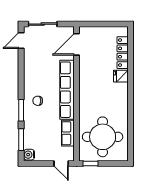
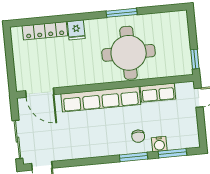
chair: (38, 101) -> (138, 136), moved
window: (130, 112) -> (122, 13), added
round table: (103, 137) -> (129, 53), moved
water cooler: (29, 155) -> (159, 144), moved

